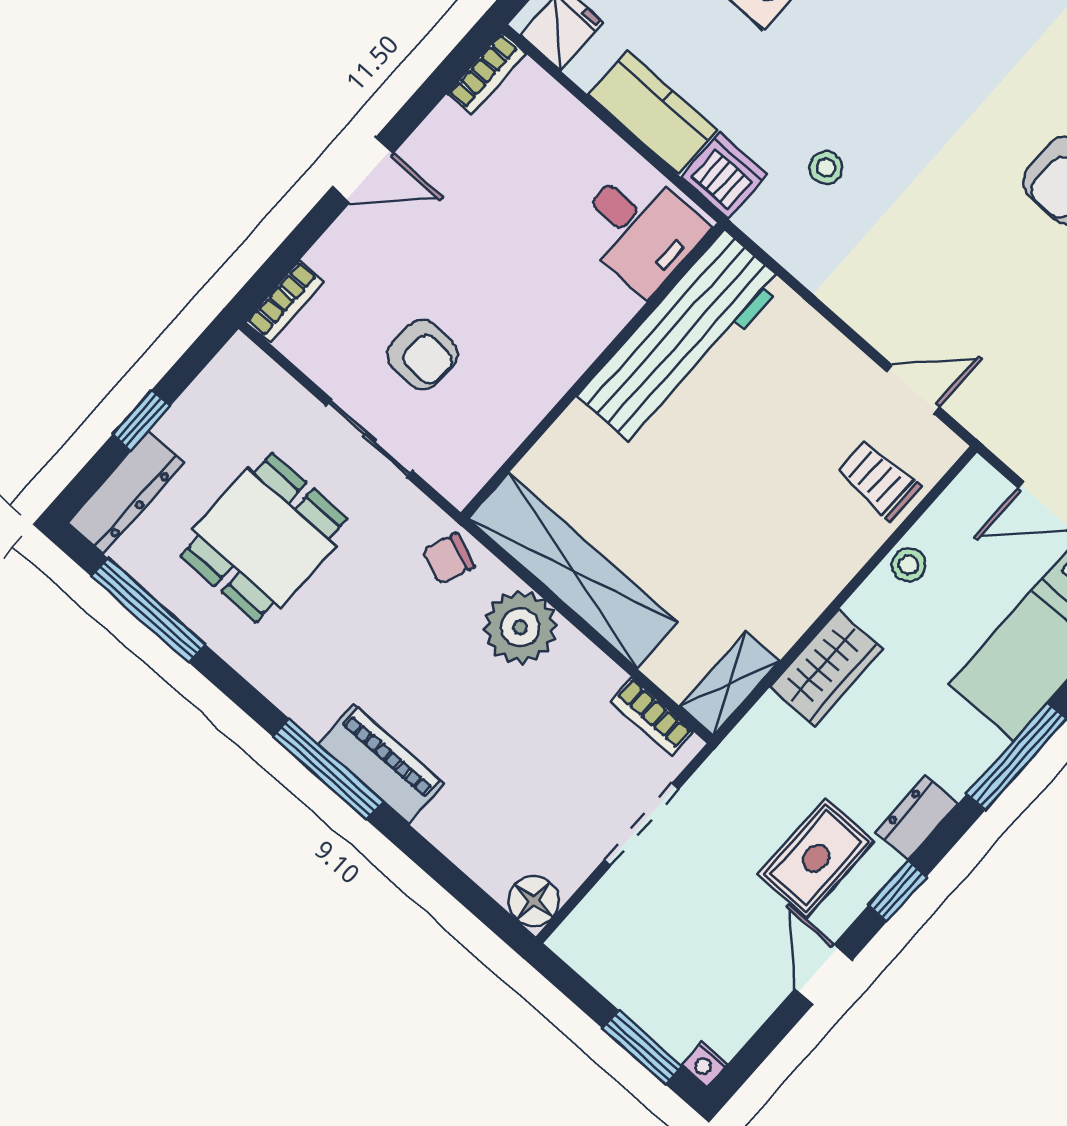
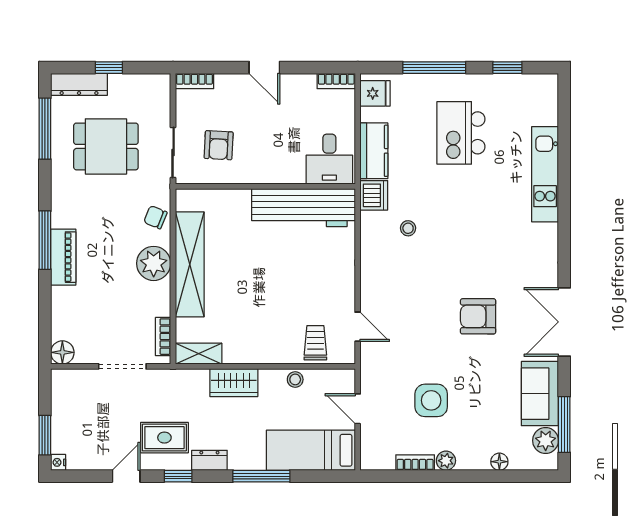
desk: (640, 229) -> (329, 159), moved
workbench: (681, 340) -> (303, 208), moved
wall: (593, 371) -> (265, 186), moved

